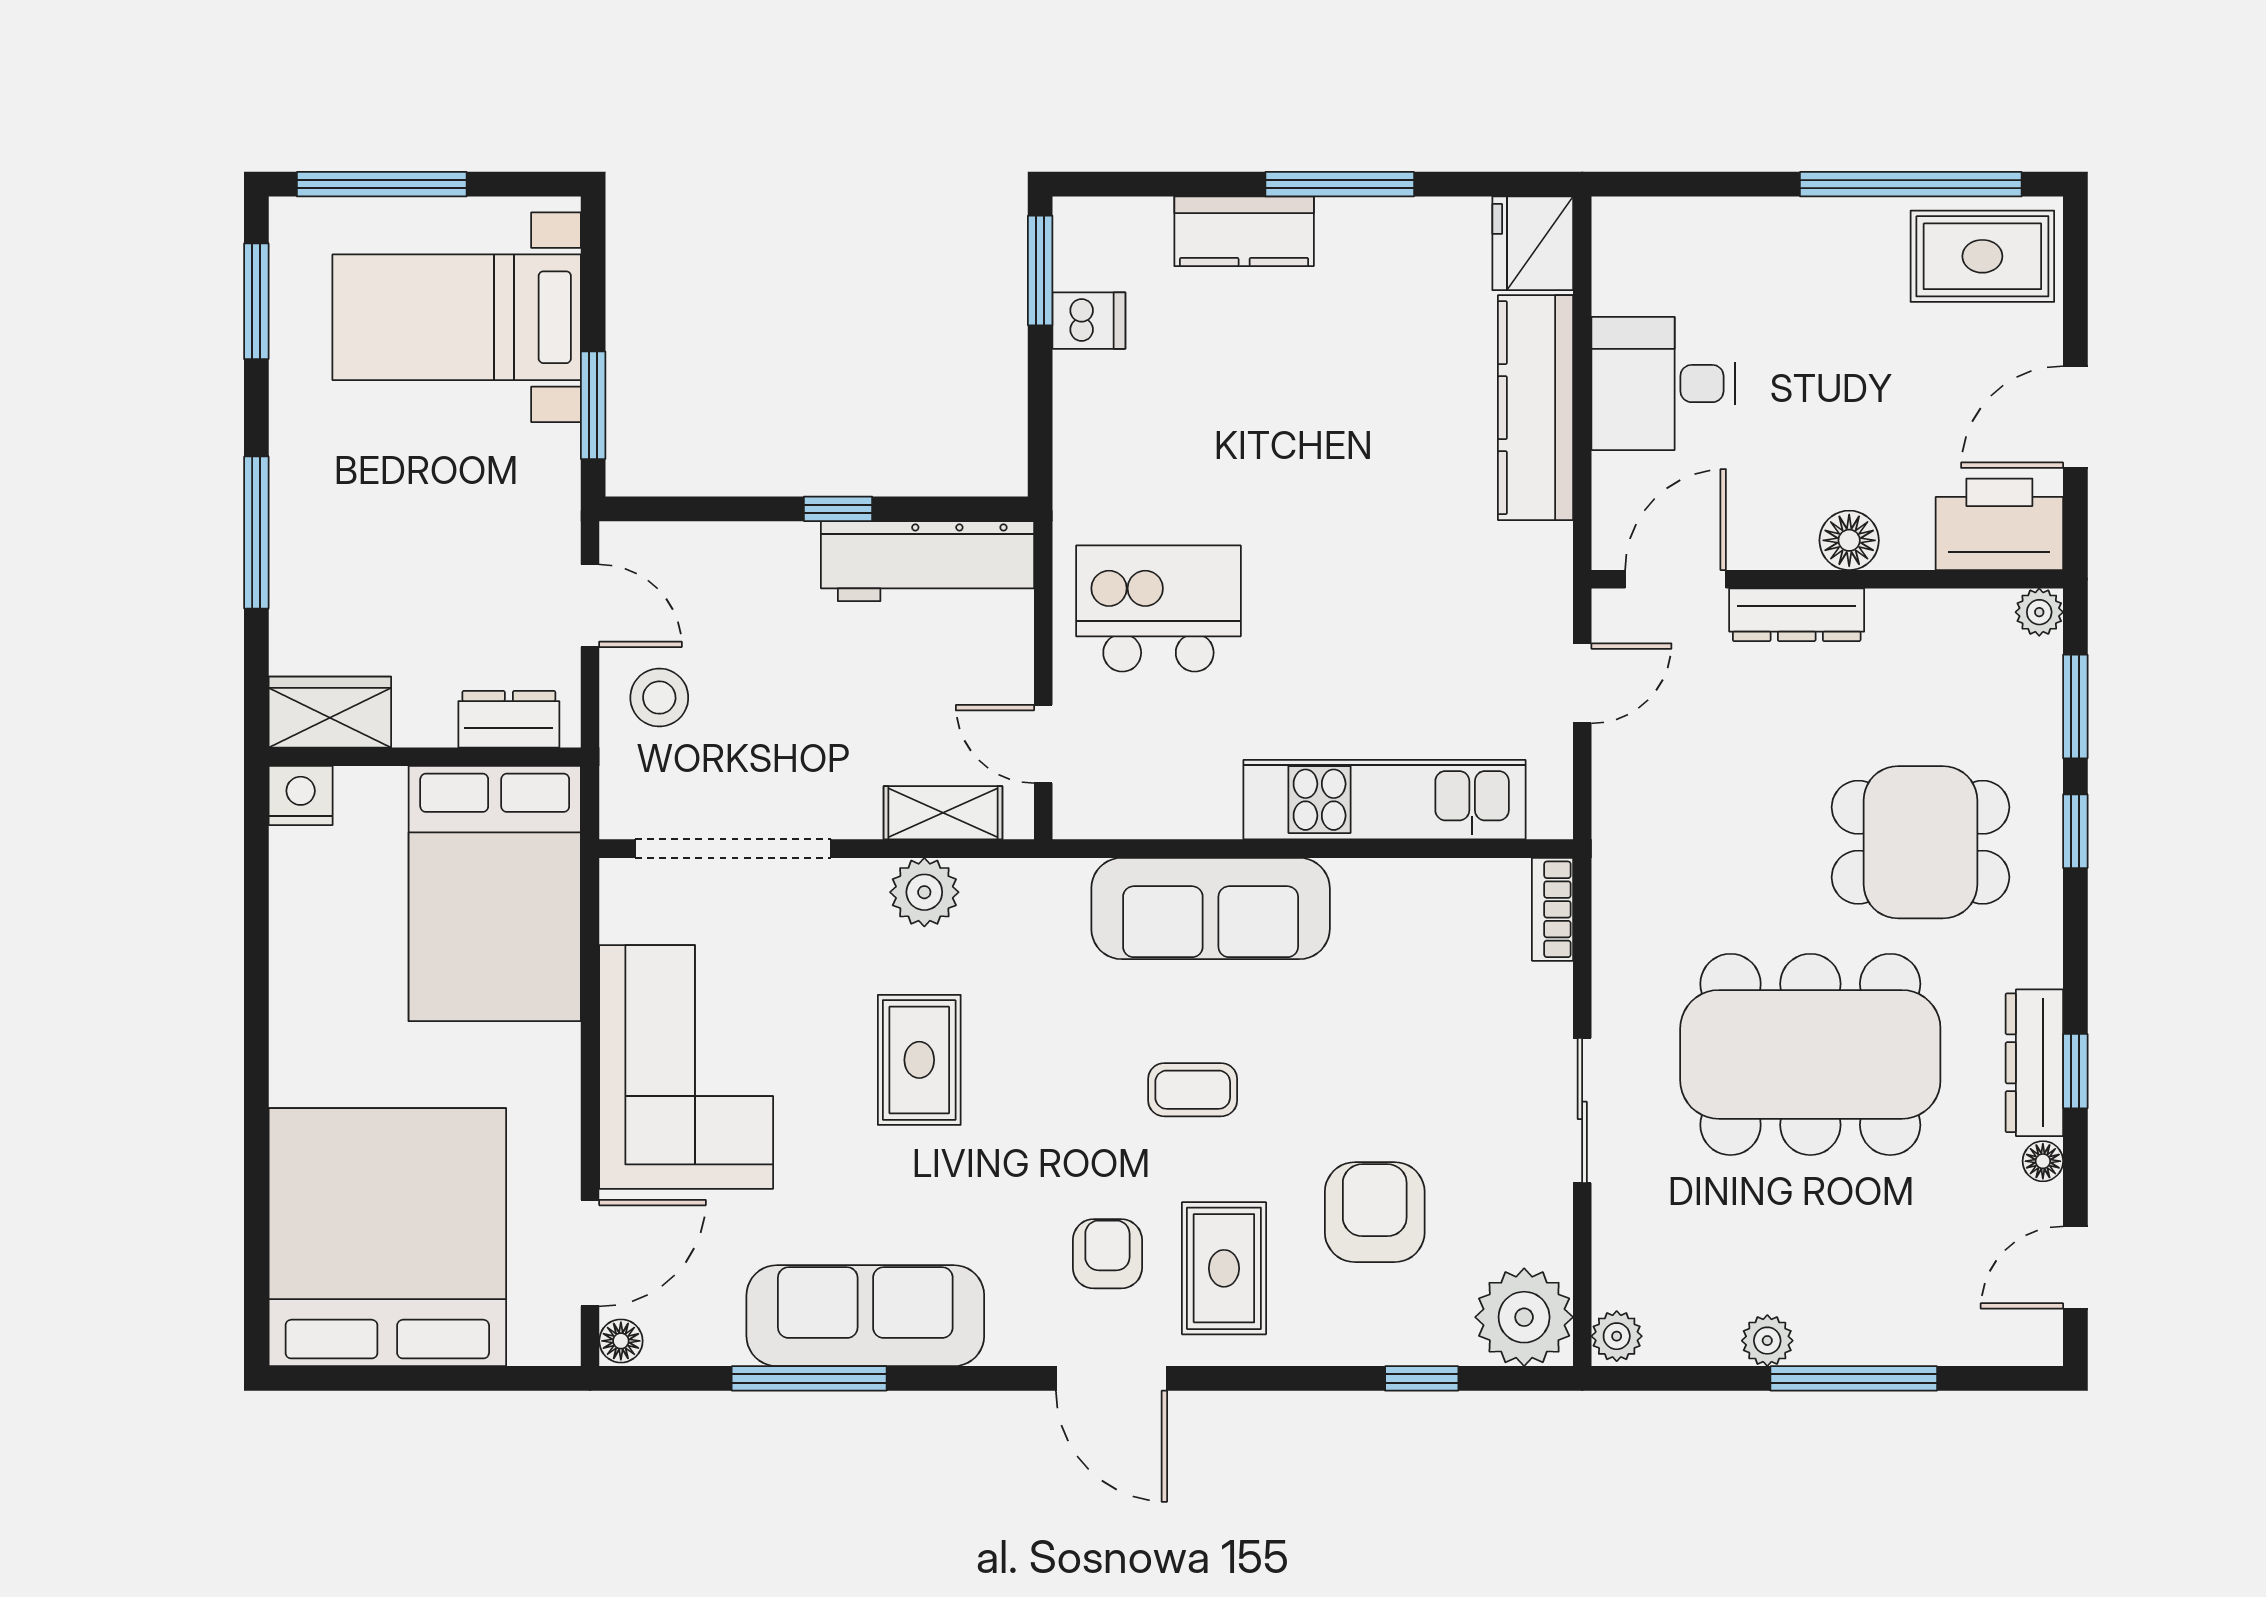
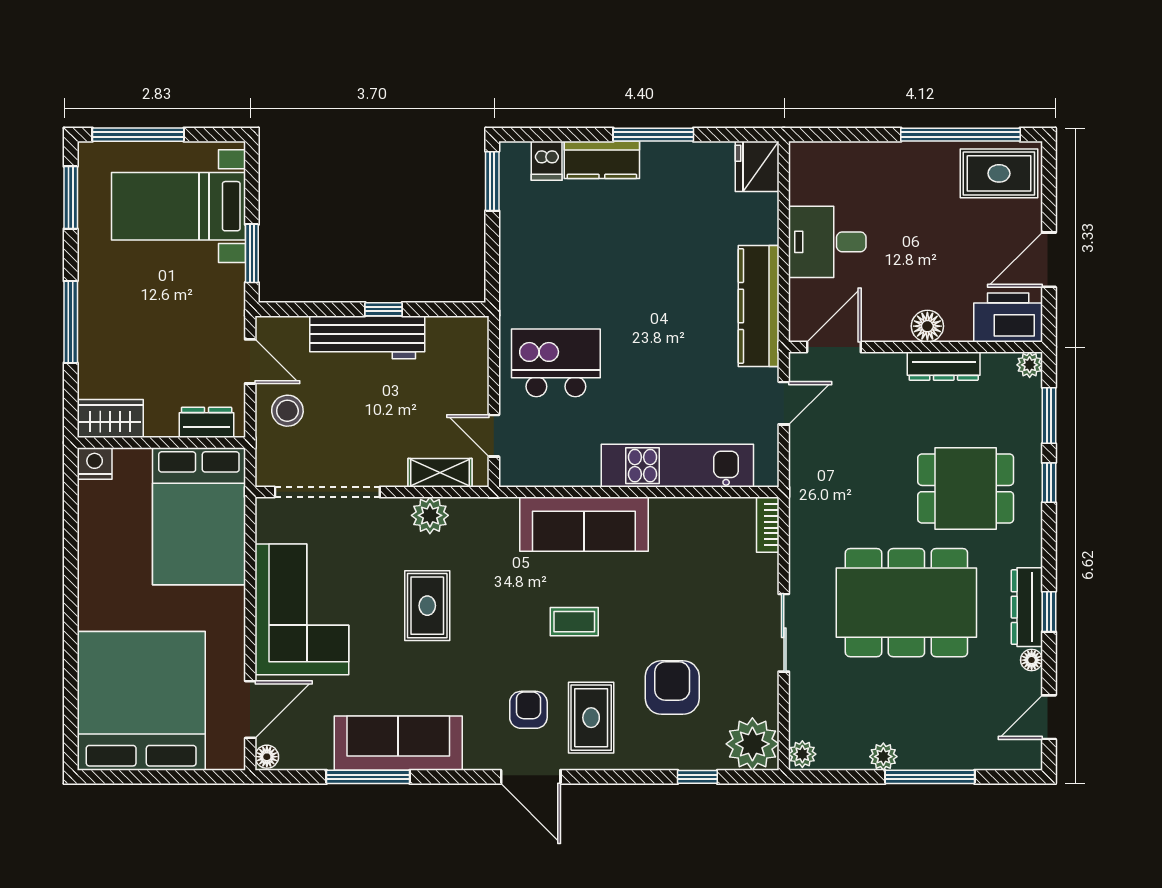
dishwasher: (1089, 321) -> (547, 161), moved, turned 90
kitchen counter: (1536, 408) -> (759, 306), moved
workbench: (927, 561) -> (367, 337), moved
dresser: (1797, 615) -> (944, 366), moved

